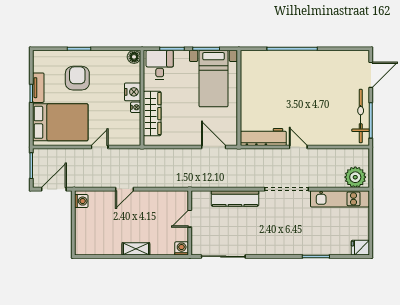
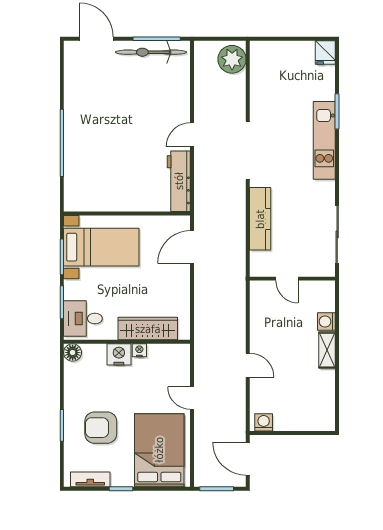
tv unit: (38, 88) -> (90, 479), moved
kitchen unit: (340, 199) -> (324, 140), moved, turned 180
washing machine: (182, 248) -> (326, 322), moved

